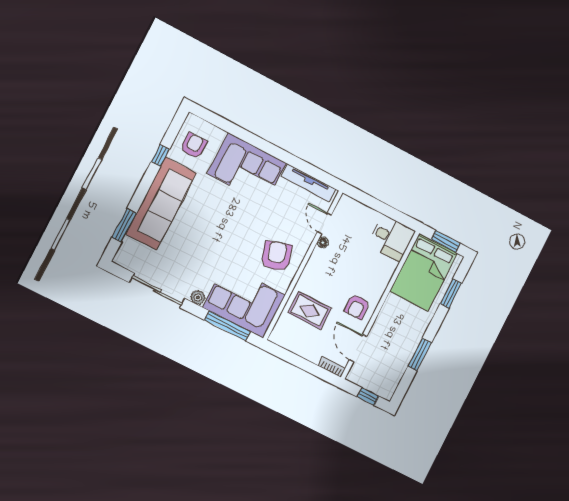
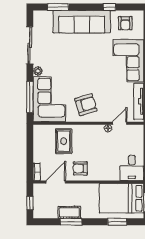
armchair: (194, 146) -> (125, 23), turned 90
cot: (406, 351) -> (69, 212), added

